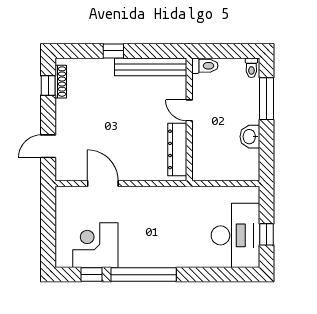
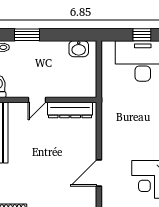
window: (266, 99) -> (27, 35), width x0.69
washbasin: (250, 137) -> (79, 49), moved

